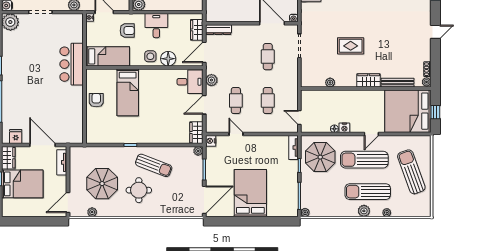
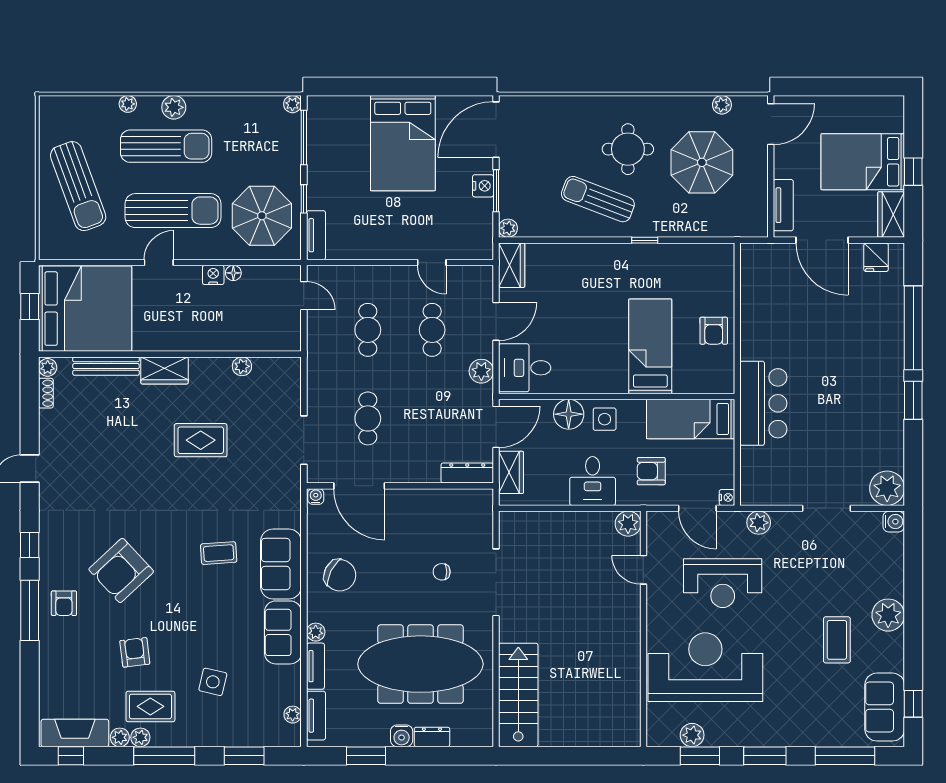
nightstand: (211, 141) -> (483, 186), moved

